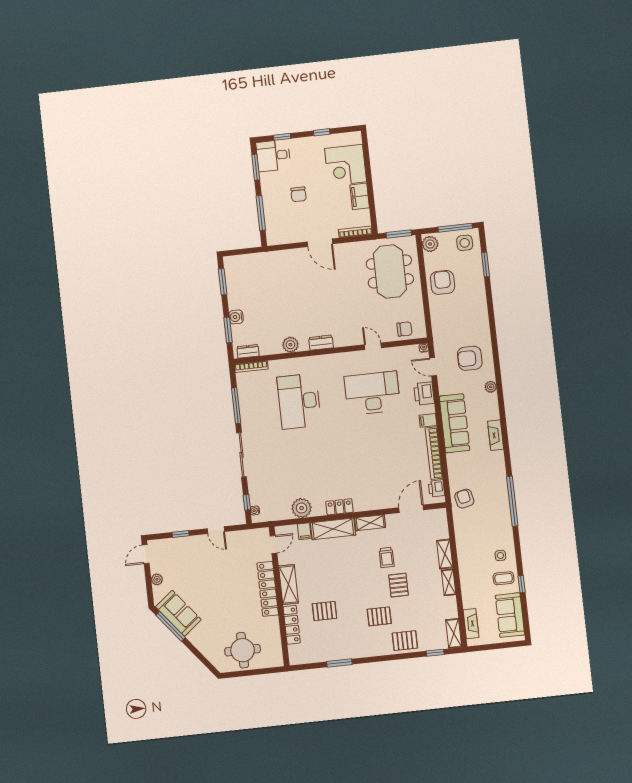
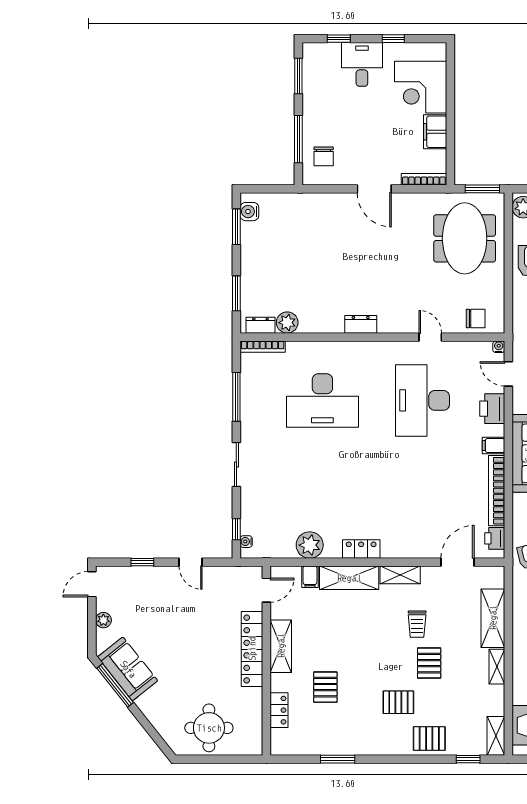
desk: (273, 156) -> (362, 64), moved, turned 90
chair: (299, 194) -> (324, 156), moved
water cooler: (236, 317) -> (249, 212), moved
plant: (290, 345) -> (287, 323), moved
desk: (372, 393) -> (422, 400), turned -90
desk: (299, 401) -> (322, 400), turned -90
sliding door: (242, 455) -> (236, 464), width x0.73
shelving: (445, 554) -> (493, 618), width x1.50, depth x1.33
pallet: (324, 611) -> (325, 687), turned 90
locker: (292, 625) -> (279, 710), width x0.66

